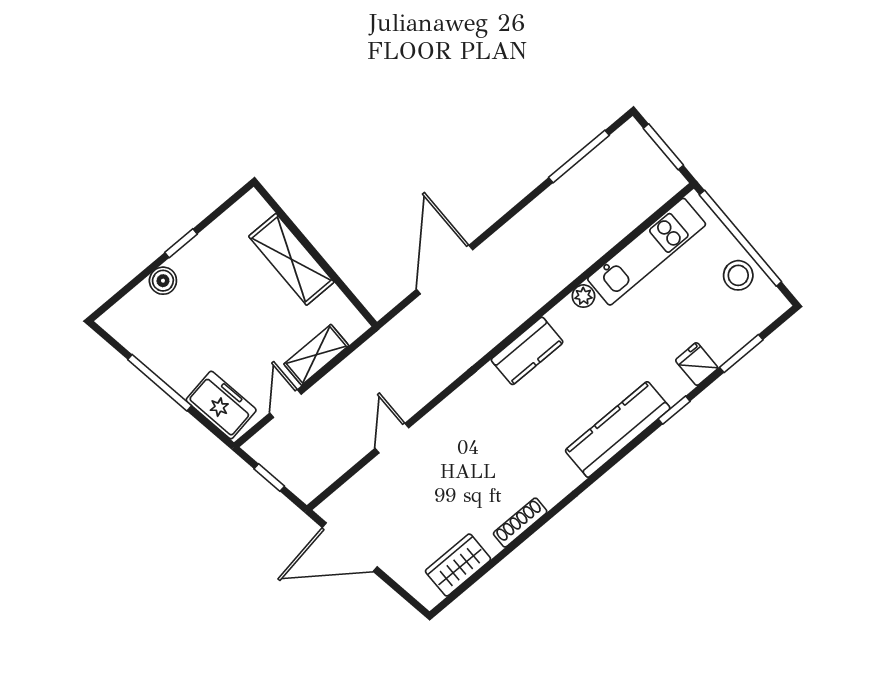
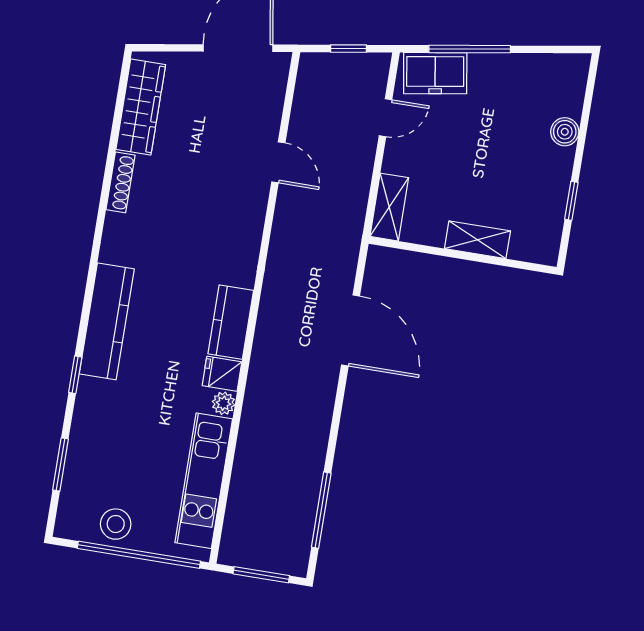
window: (181, 243) -> (571, 201), moved
shelving: (291, 259) -> (477, 240), width x0.67, depth x0.75
shelving: (316, 355) -> (389, 207), moved
fridge: (697, 364) -> (222, 374), moved, turned 180
window: (160, 383) -> (470, 49), moved
door: (286, 404) -> (385, 118), hinge flipped
wardrobe: (458, 565) -> (141, 107), width x1.50

